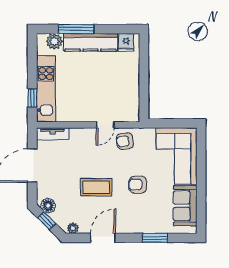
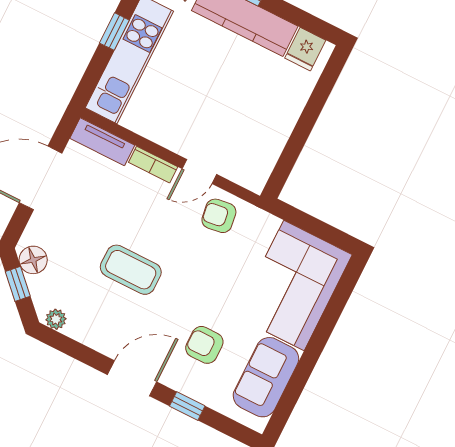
window: (32, 98) -> (114, 32), moved
bookcase: (82, 133) -> (153, 165), added
armchair: (138, 185) -> (204, 345), moved
door: (103, 238) -> (132, 378), moved
window: (155, 238) -> (187, 406), width x0.67

